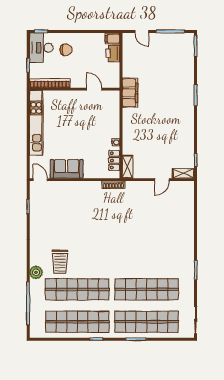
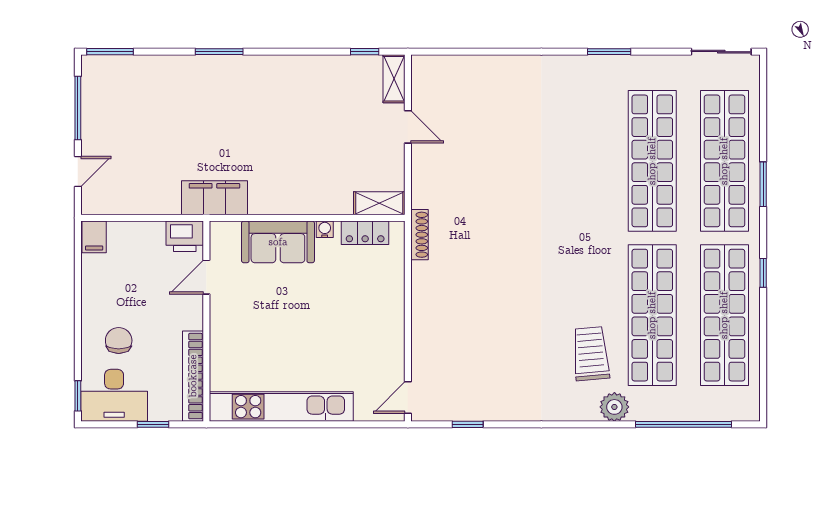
printer: (113, 53) -> (185, 236), moved
sofa: (67, 169) -> (278, 242), moved, turned -90
trolley: (60, 262) -> (591, 354), turned -95

